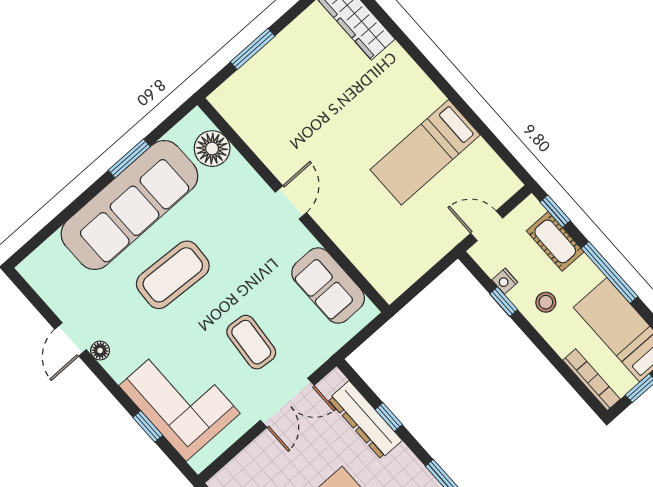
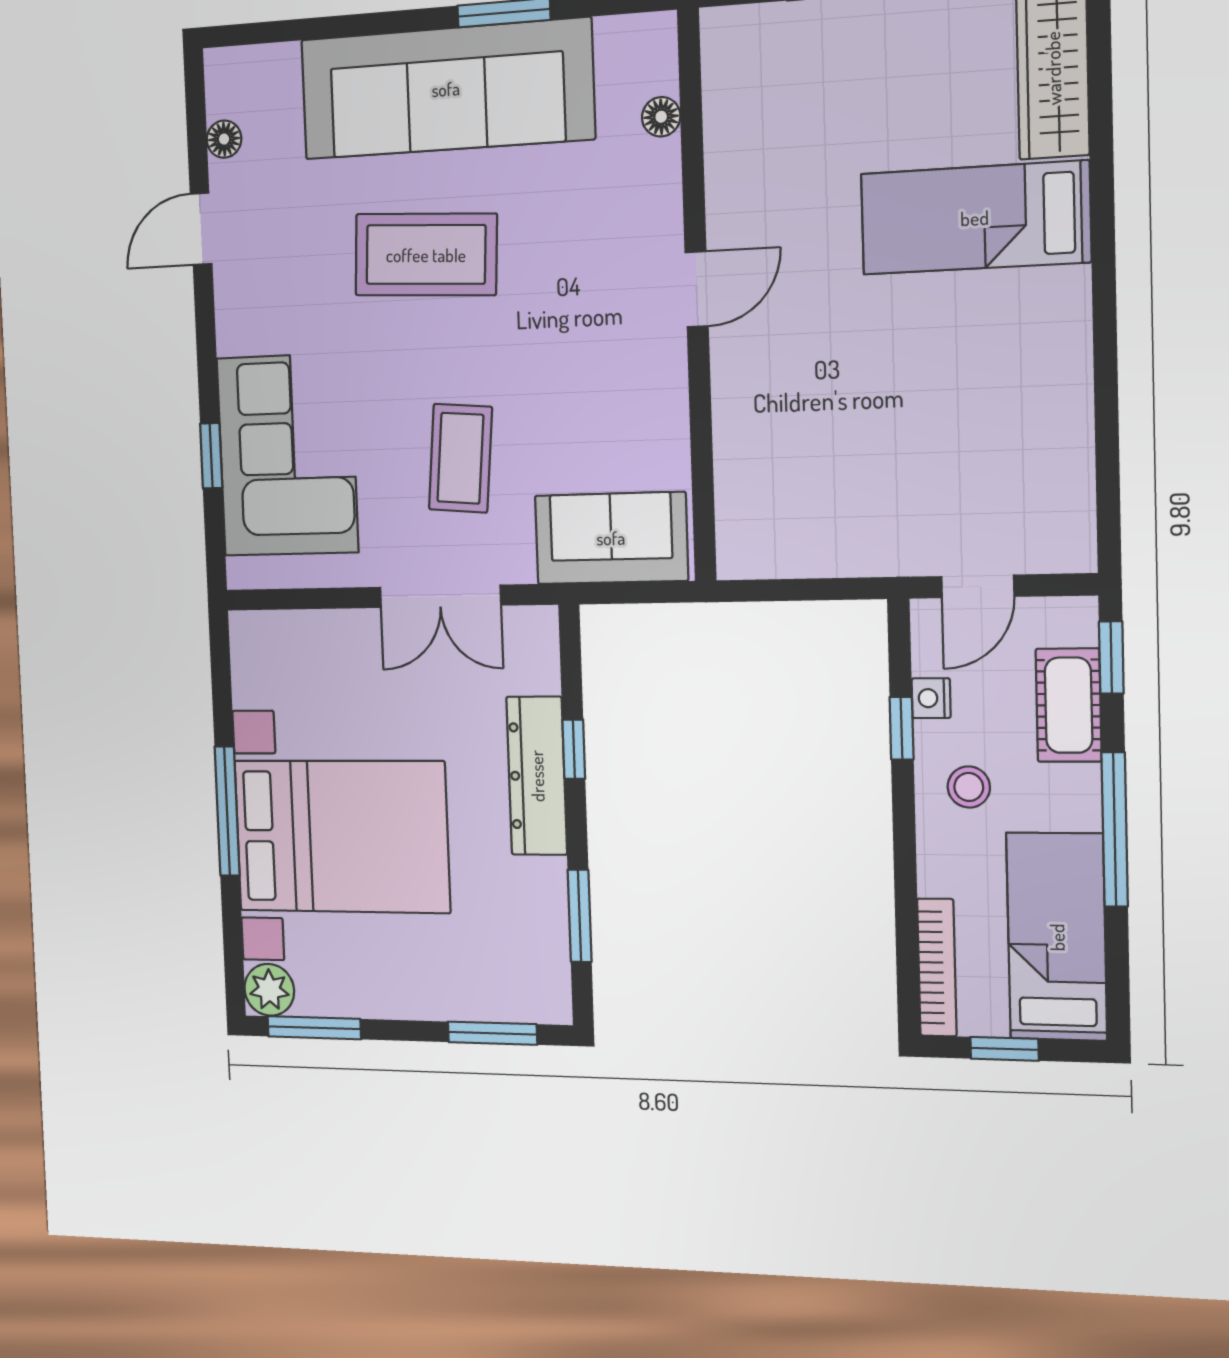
floor lamp: (212, 149) -> (661, 117), width x0.53, depth x0.53
bed: (425, 152) -> (975, 218), moved
door: (487, 226) -> (978, 586), swing flipped
sofa: (328, 285) -> (611, 538), moved, turned 90
floor lamp: (100, 351) -> (224, 139), moved
dresser: (365, 420) -> (537, 776), moved

